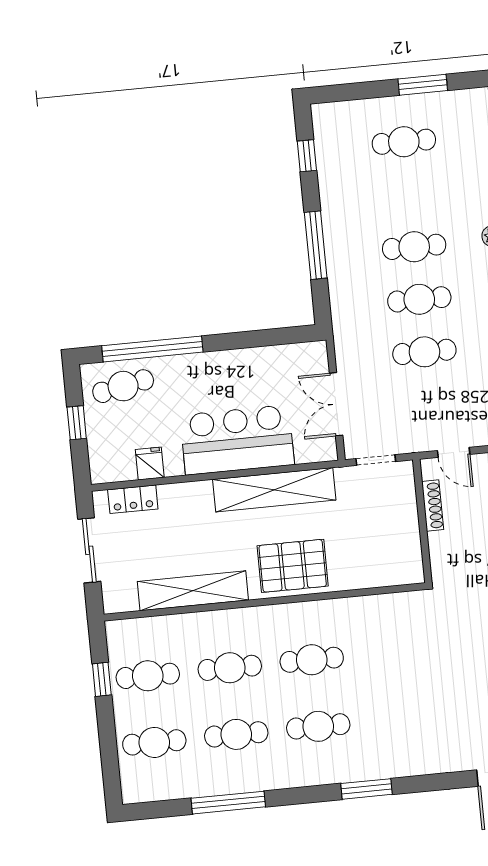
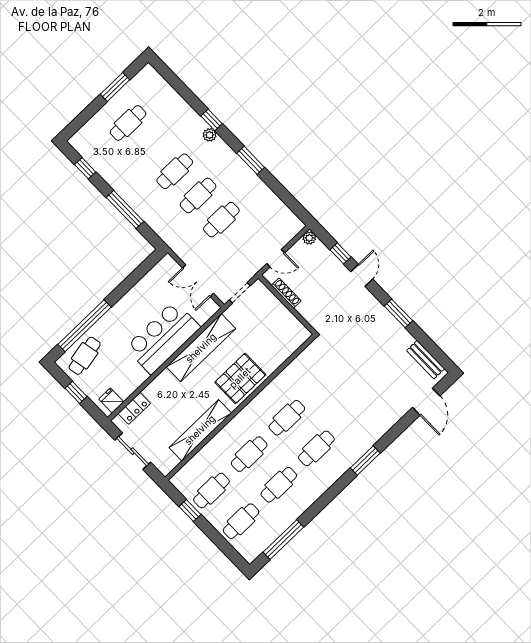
fridge: (150, 464) -> (111, 400), moved
window: (228, 803) -> (283, 540), moved

